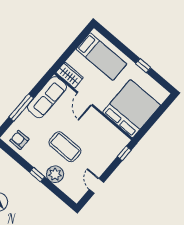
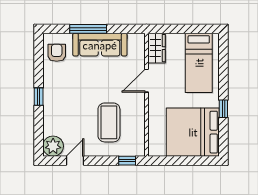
sofa: (47, 97) -> (100, 45), moved
bed: (132, 109) -> (193, 132), moved, turned 180
coffee table: (65, 147) -> (109, 122), moved
plant: (55, 174) -> (53, 146), moved

